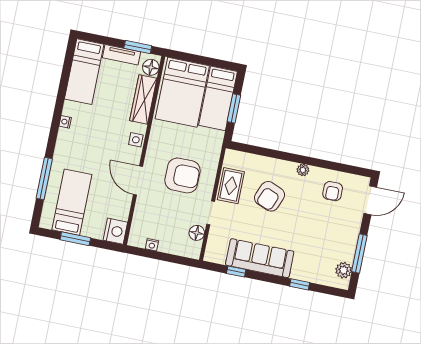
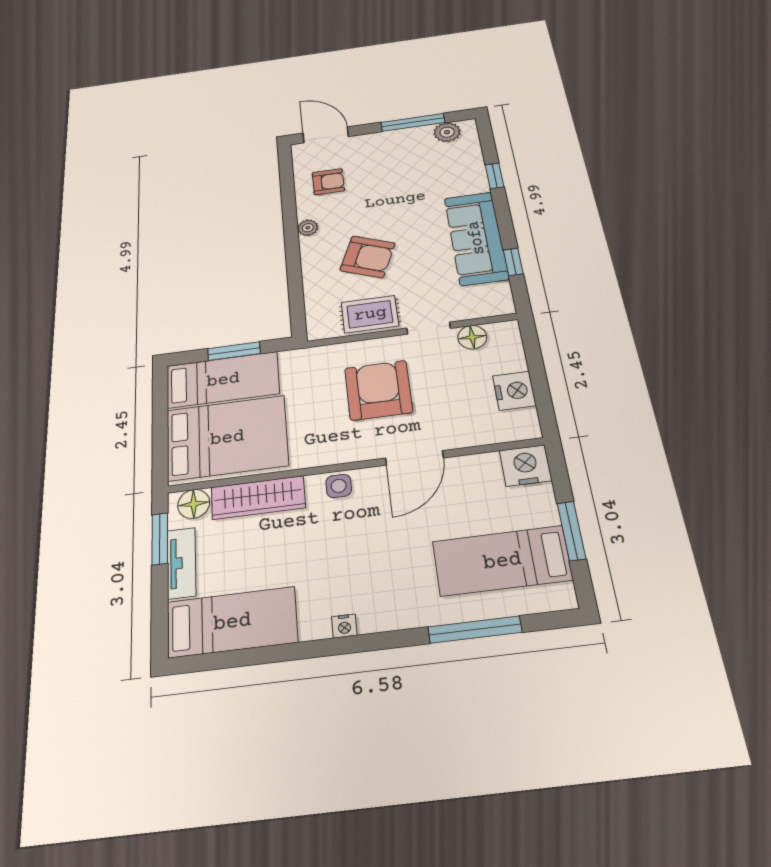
nightstand: (152, 245) -> (514, 391), width x1.89, depth x1.79

